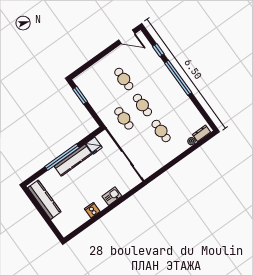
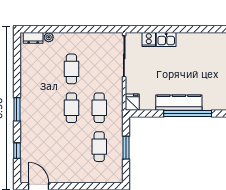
window: (178, 78) -> (17, 109), width x0.47
cafe table: (124, 79) -> (99, 147), moved
window: (80, 95) -> (126, 148), moved
fridge: (94, 146) -> (132, 102), moved
cooker: (92, 210) -> (149, 40), moved

